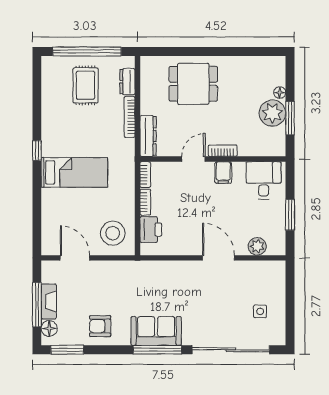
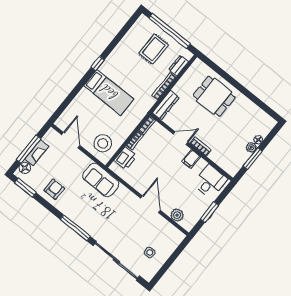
plant: (272, 113) -> (251, 147), width x0.53, depth x0.53
armchair: (100, 326) -> (54, 189), turned 90
sofa: (156, 331) -> (101, 180), moved, turned 180

